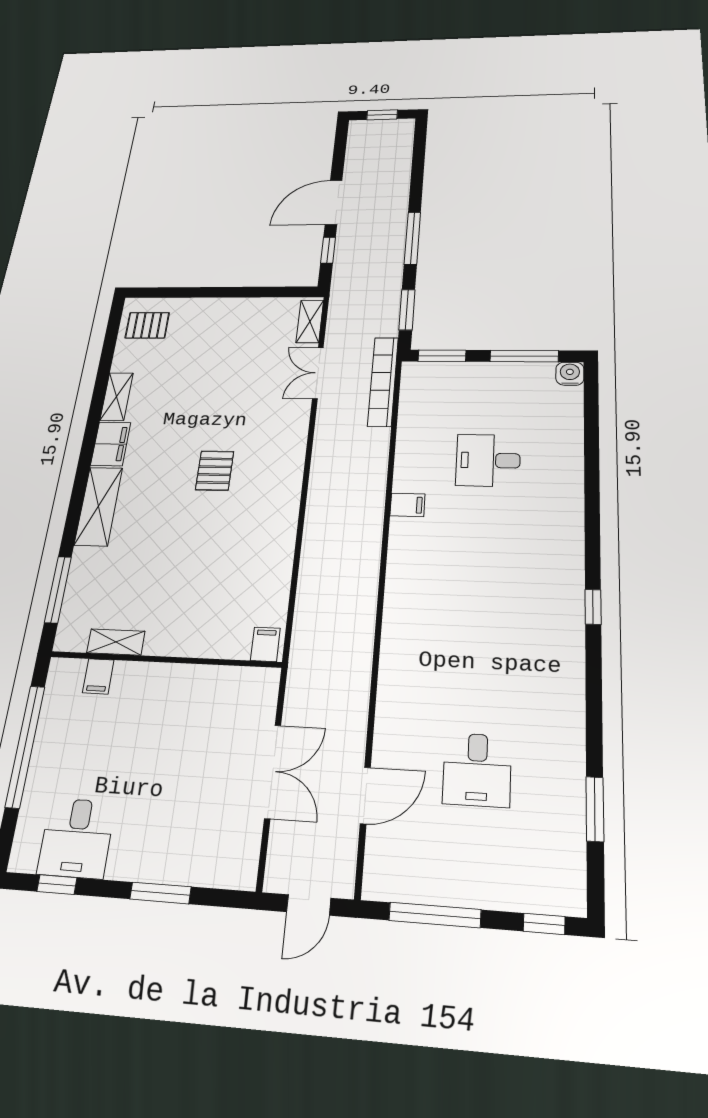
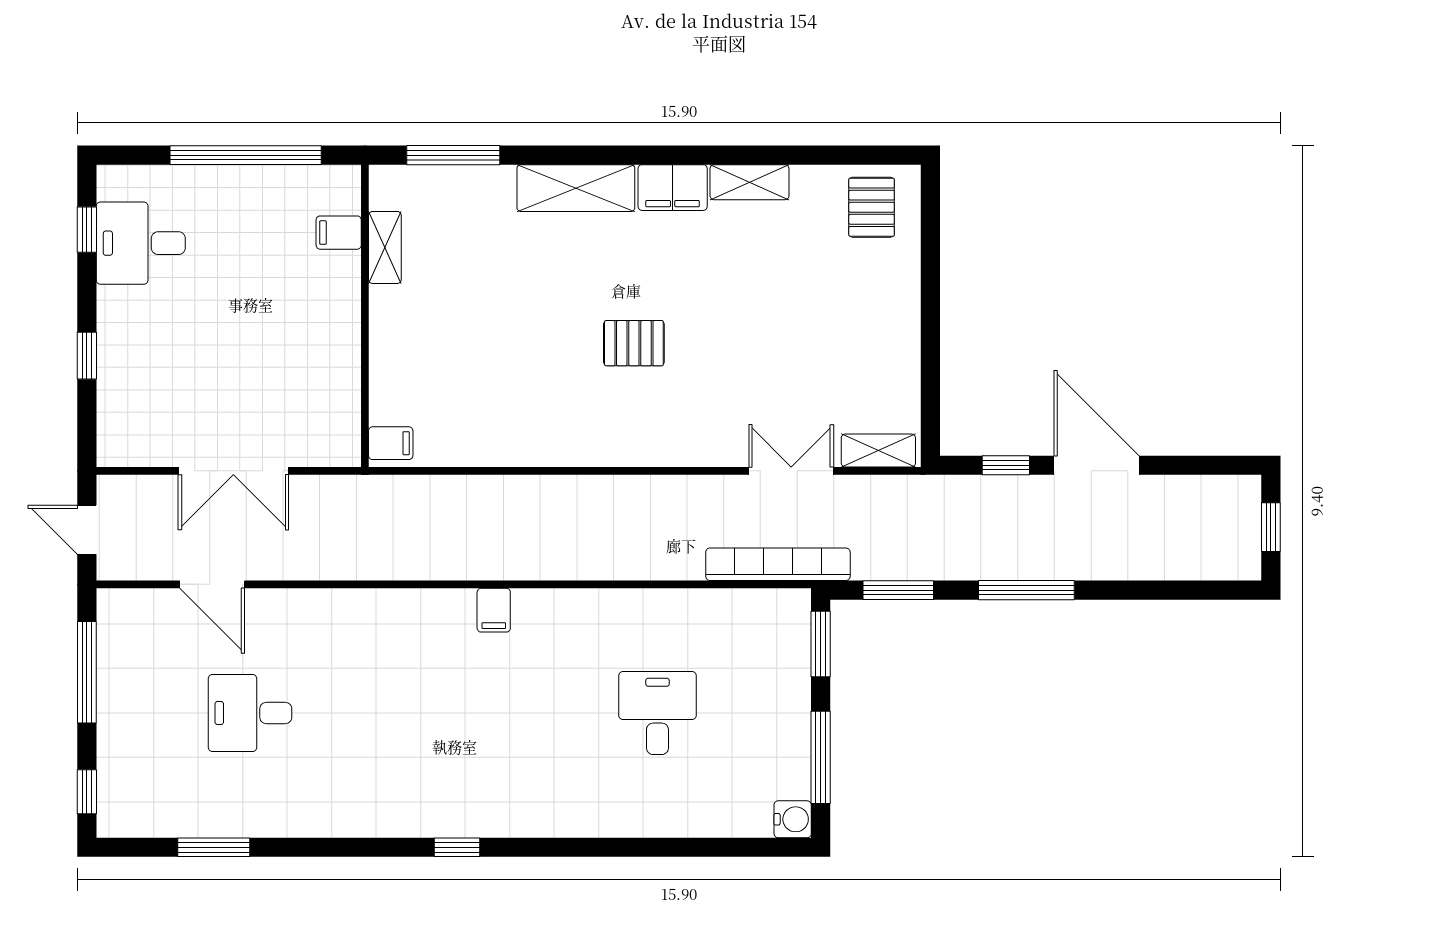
filing cabinet: (407, 505) -> (494, 610), moved
window: (160, 893) -> (87, 356), width x0.67

